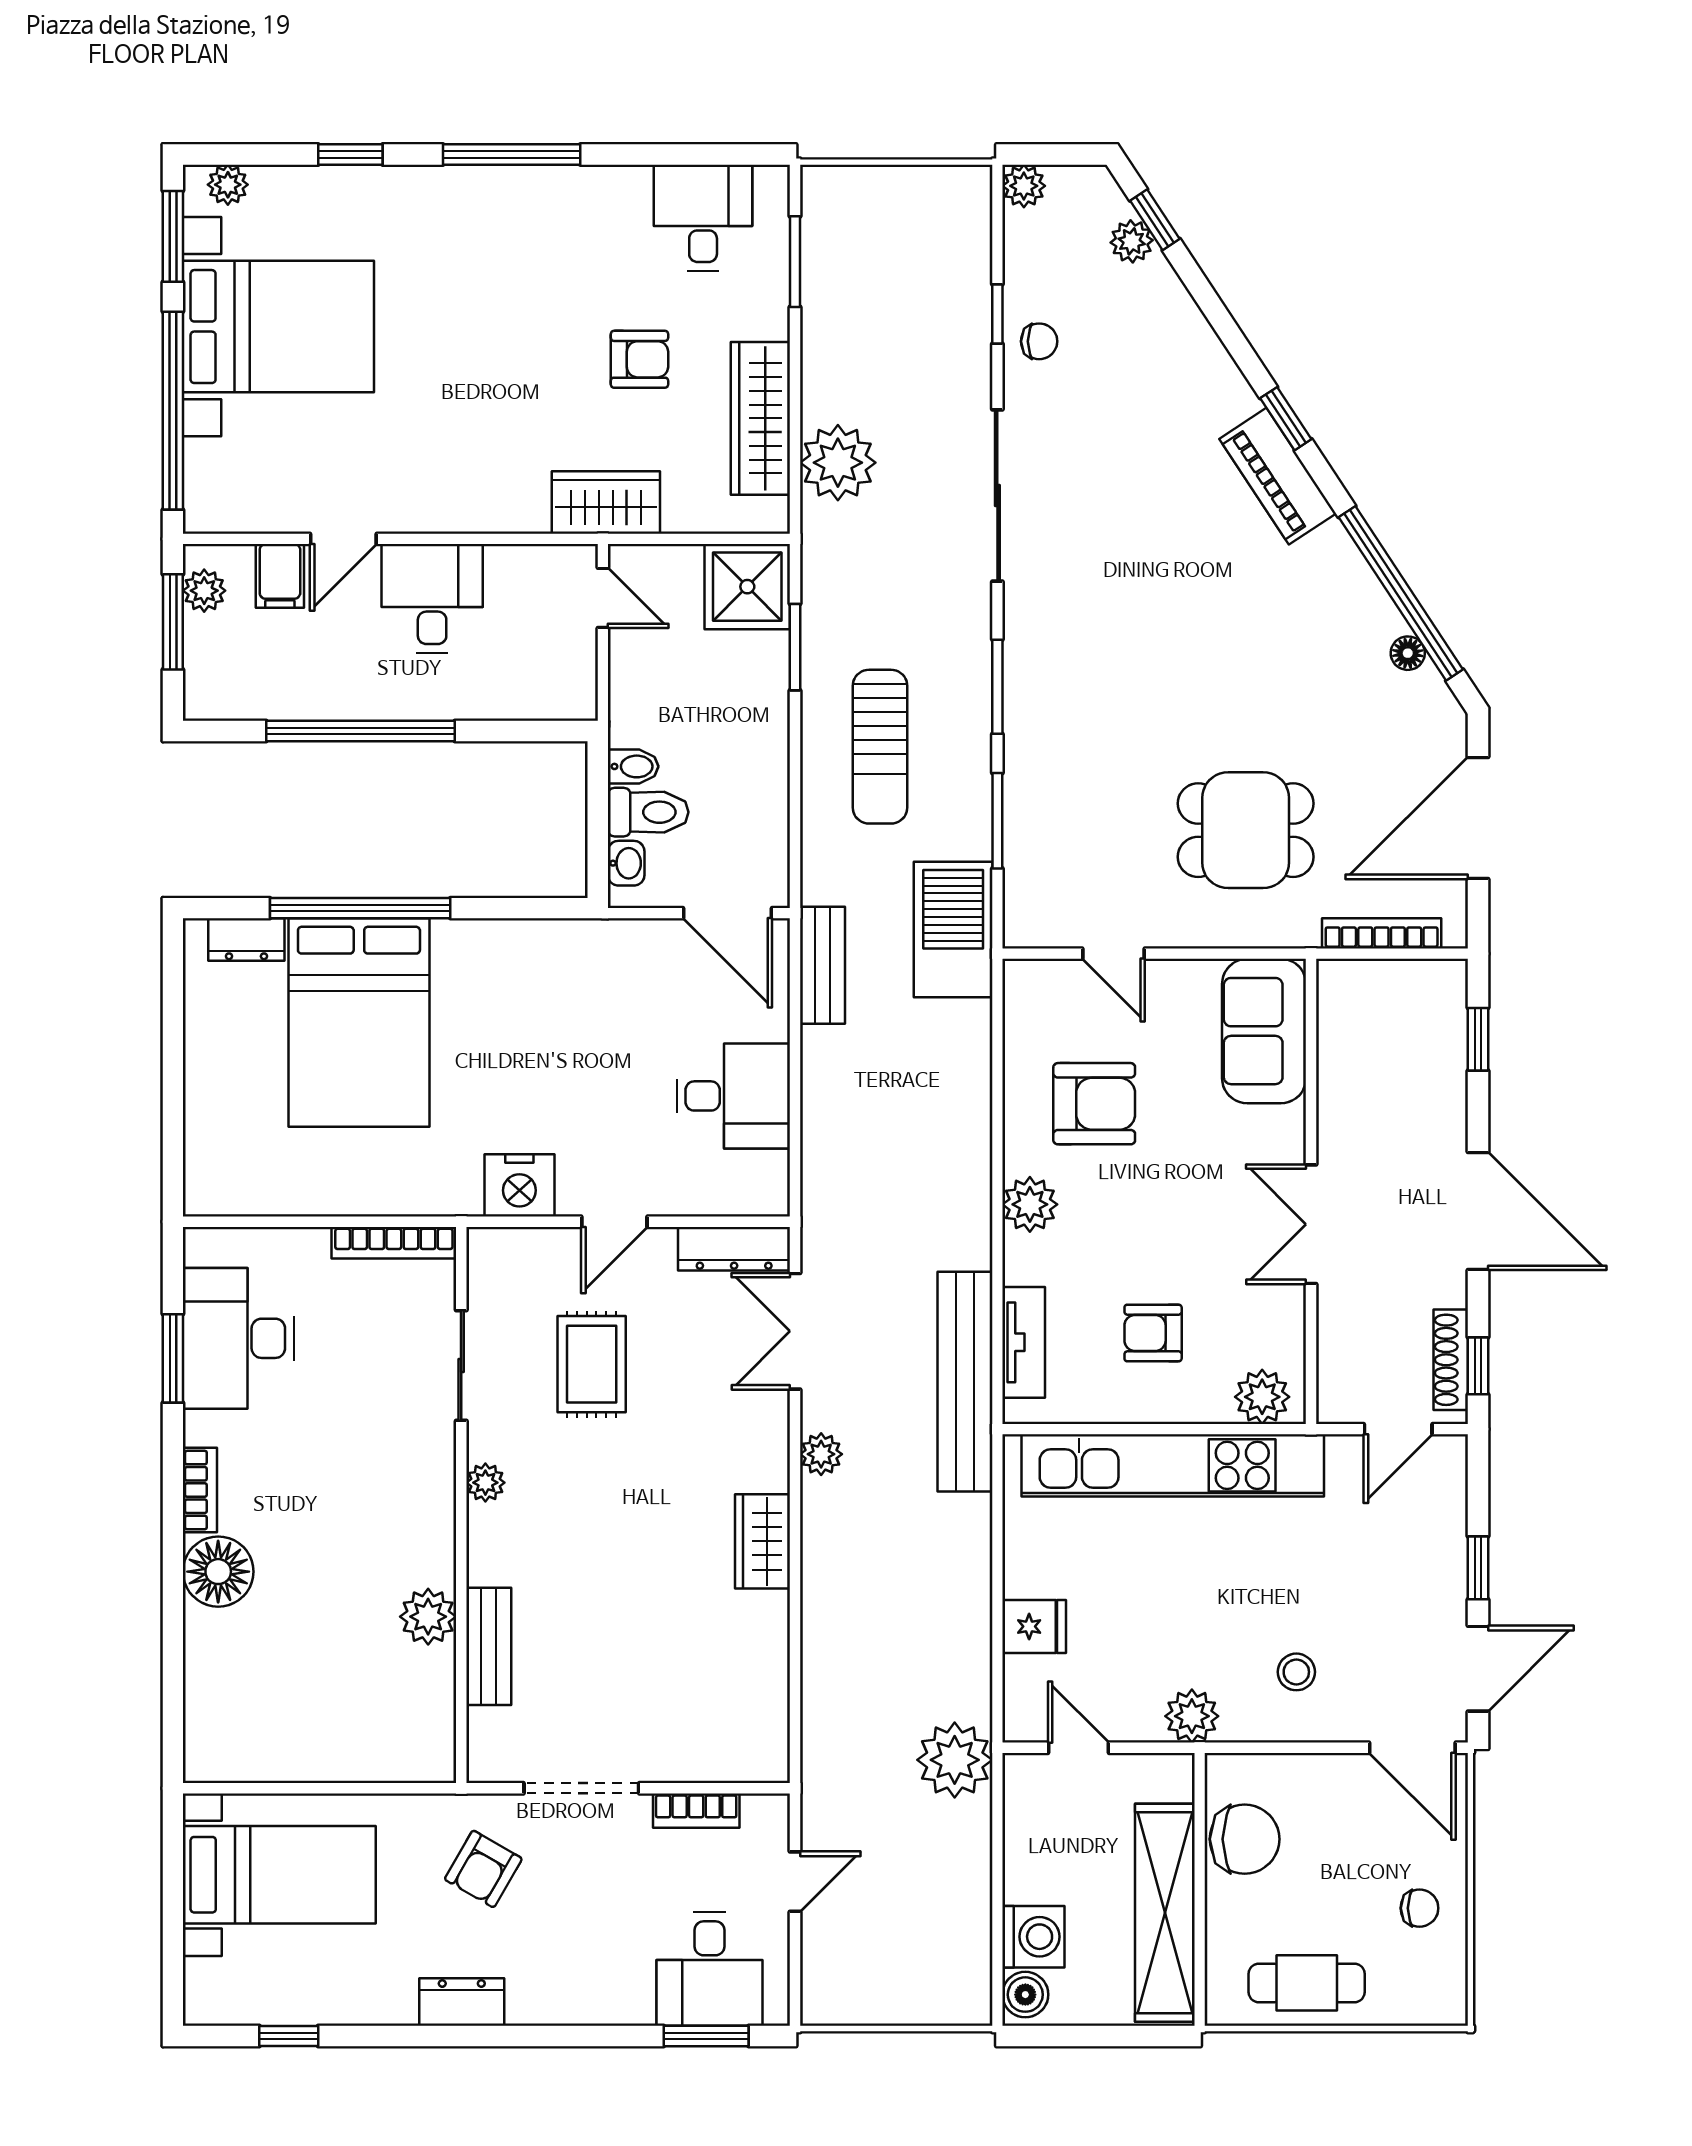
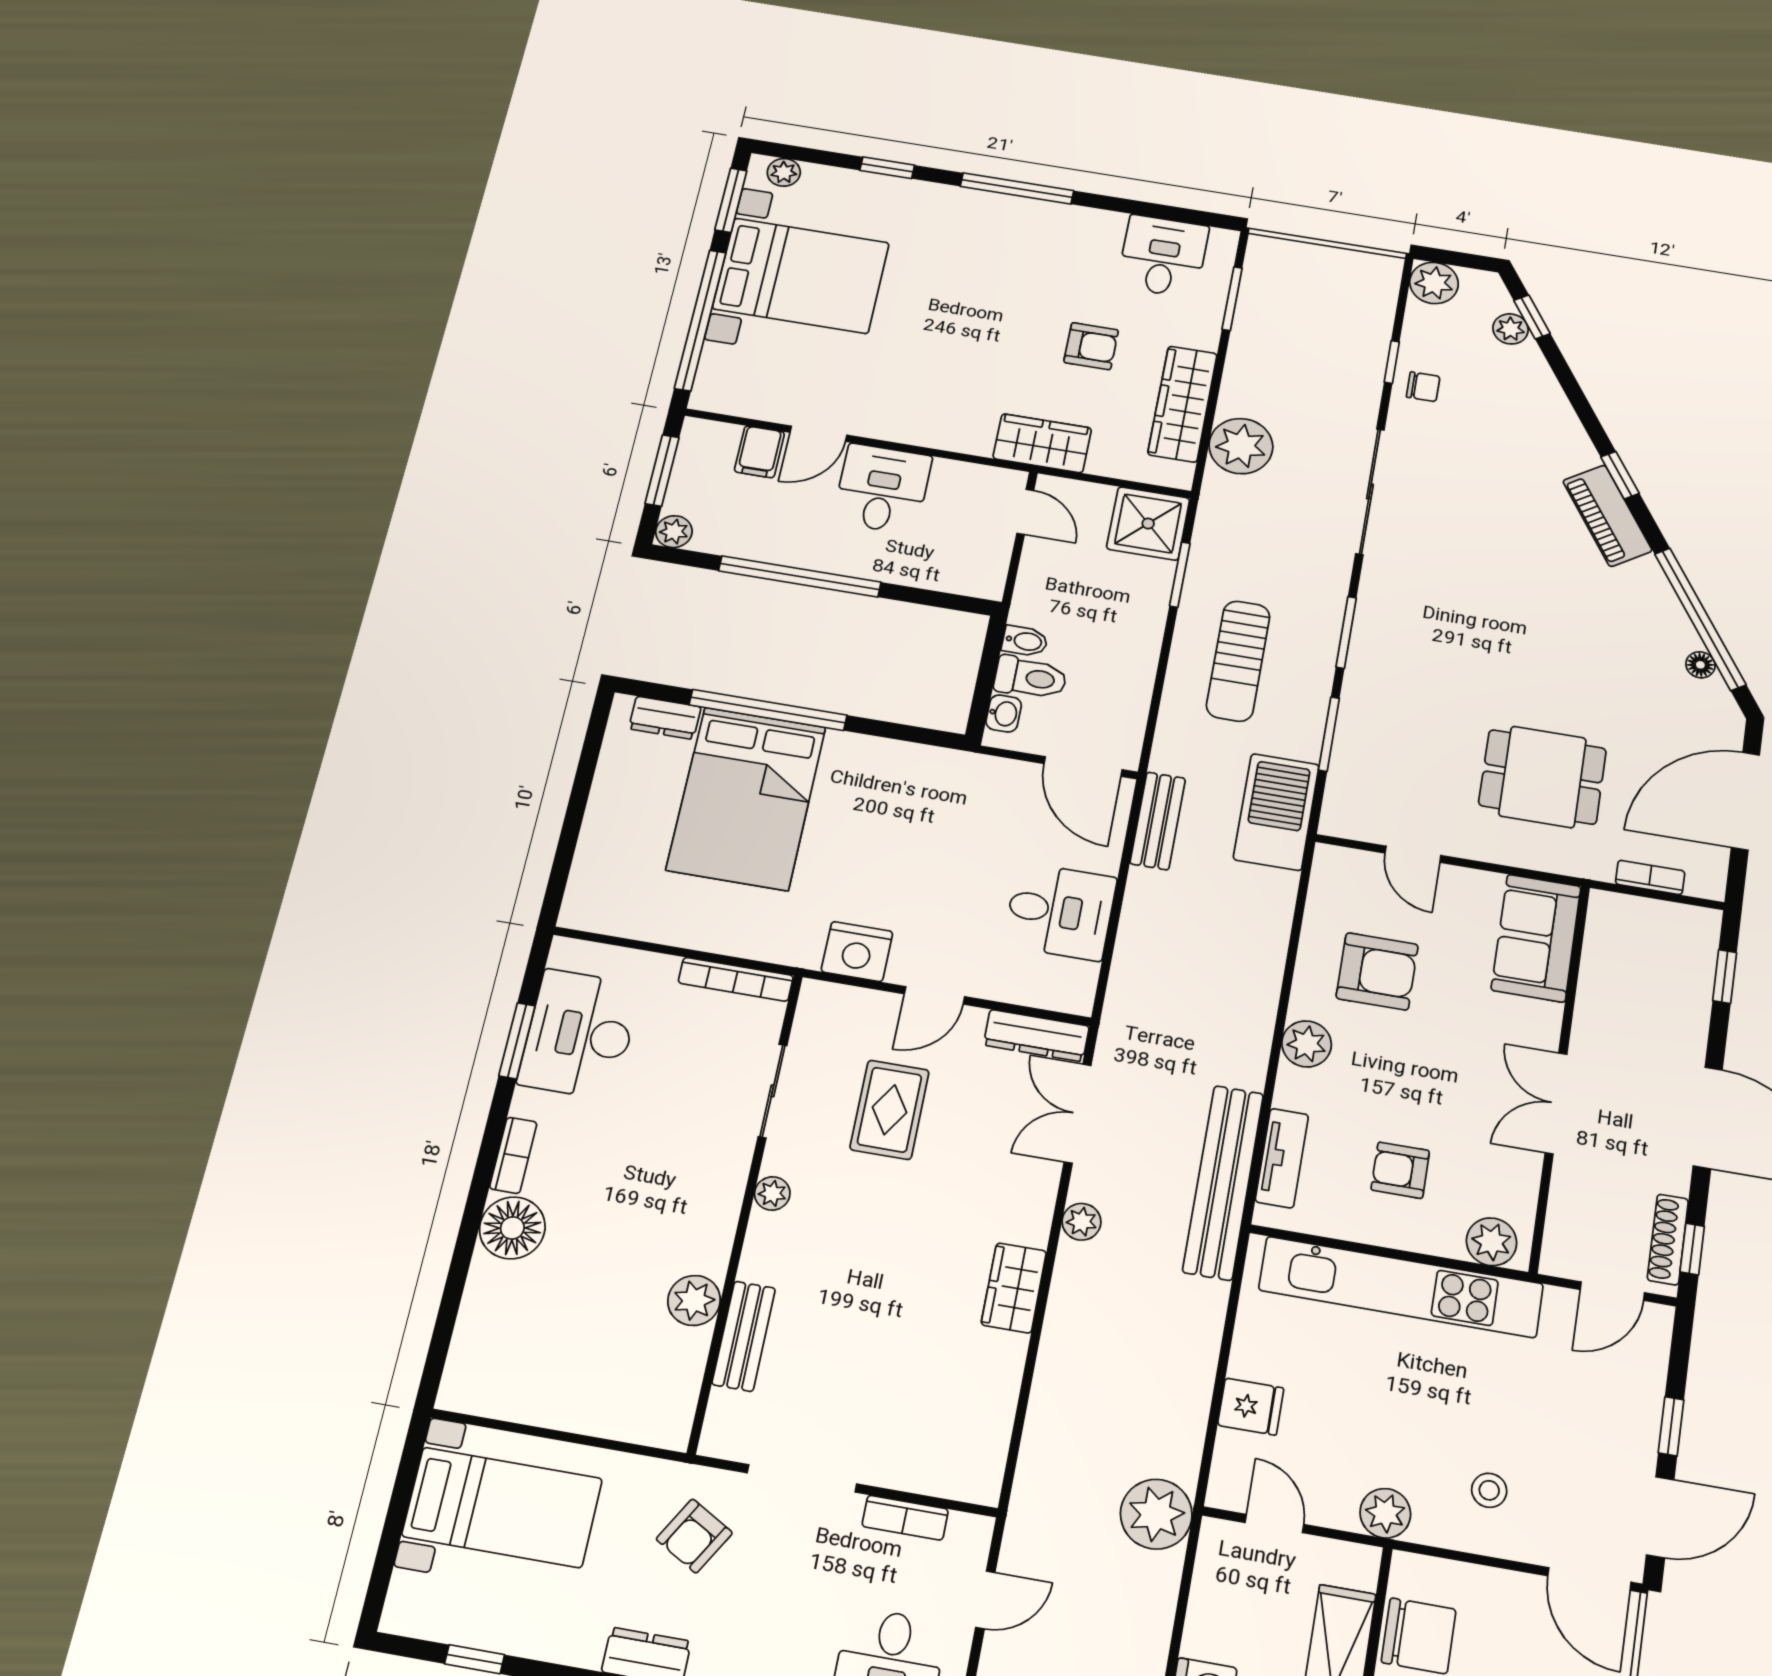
plant: (1024, 186) -> (1434, 283), width x1.38, depth x1.38
plant: (204, 591) -> (674, 532), moved
bookcase: (1382, 933) -> (1650, 877), width x0.64

